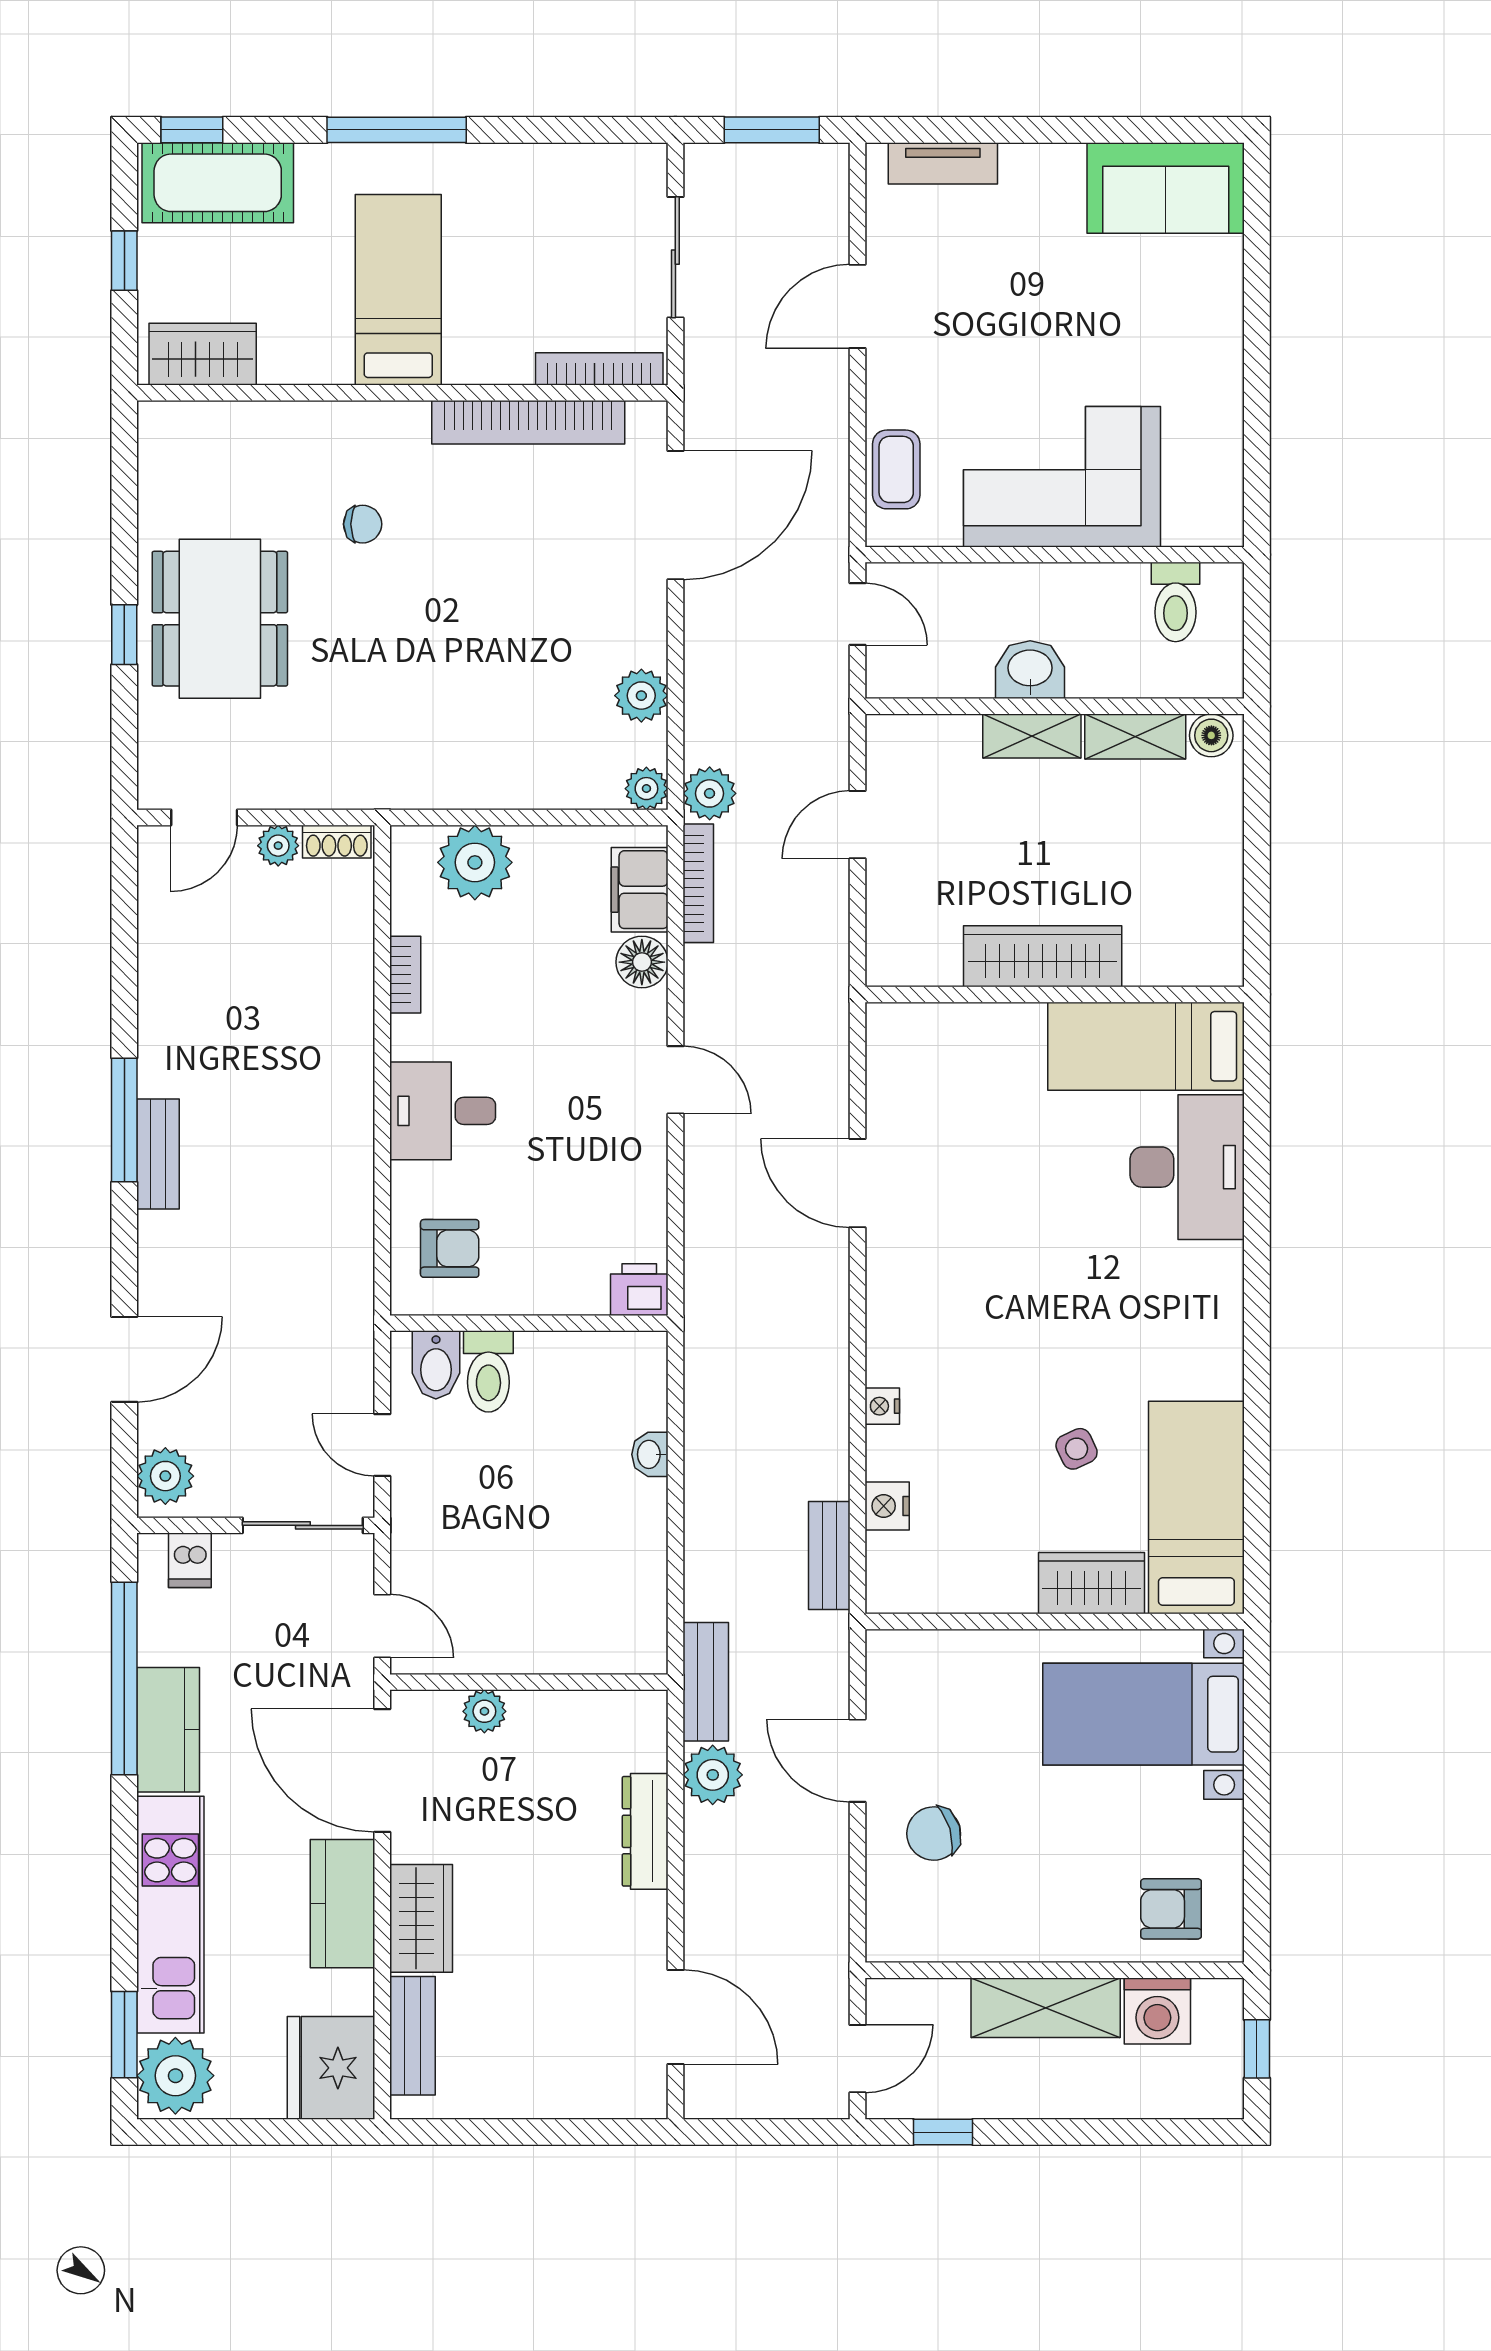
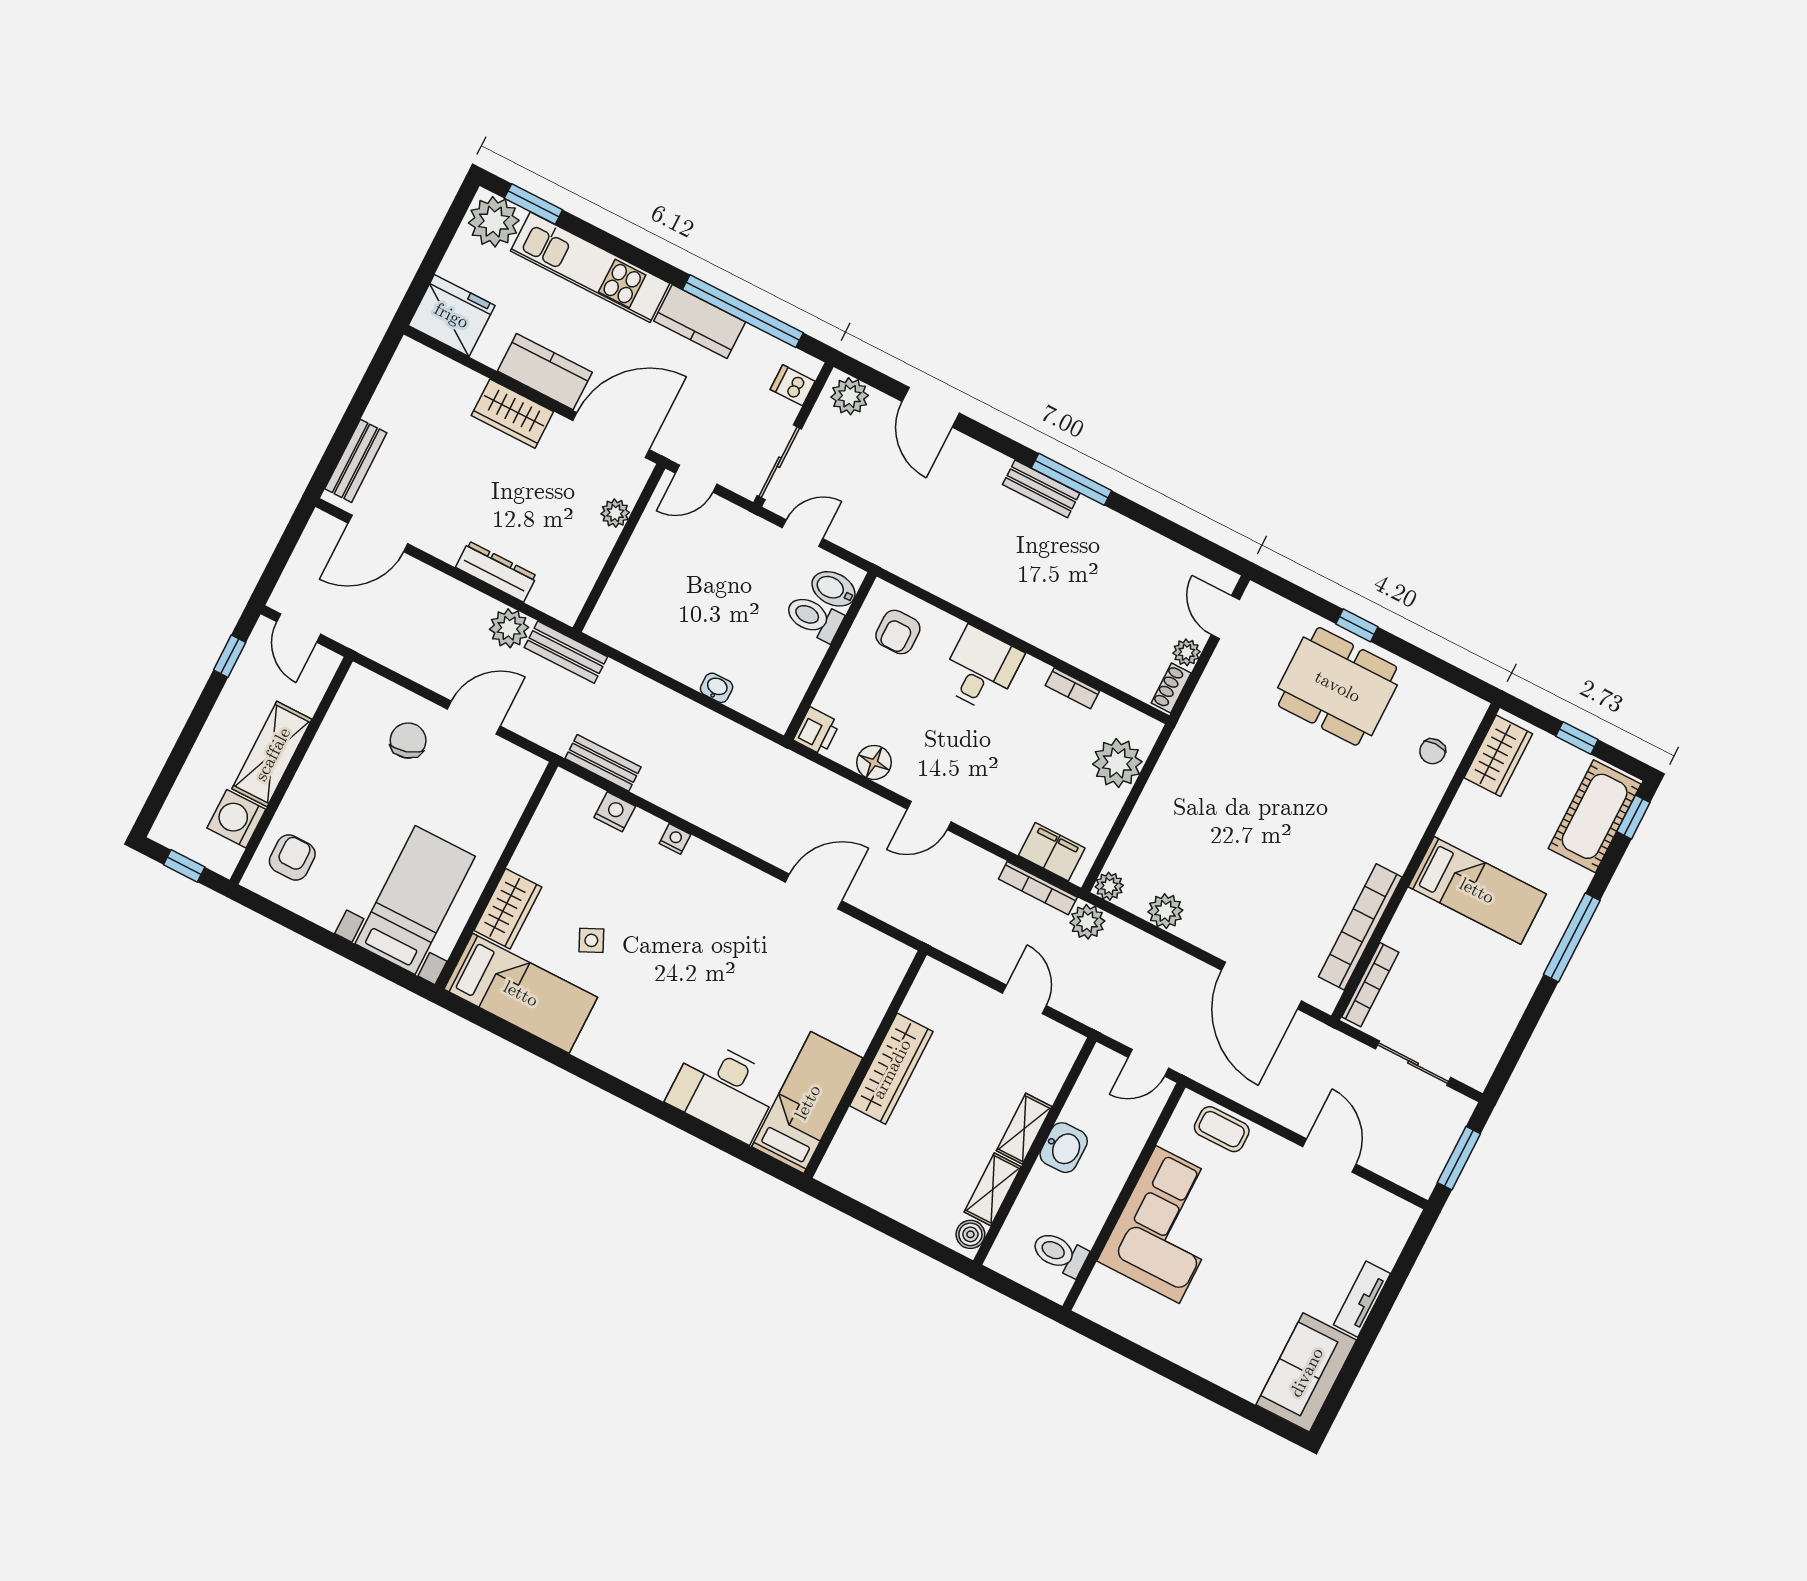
tv unit: (943, 163) -> (1362, 1299), moved
chair: (363, 524) -> (1433, 751), moved
floor lamp: (642, 962) -> (874, 762), moved
bench: (412, 2036) -> (356, 461), moved, turned 90

